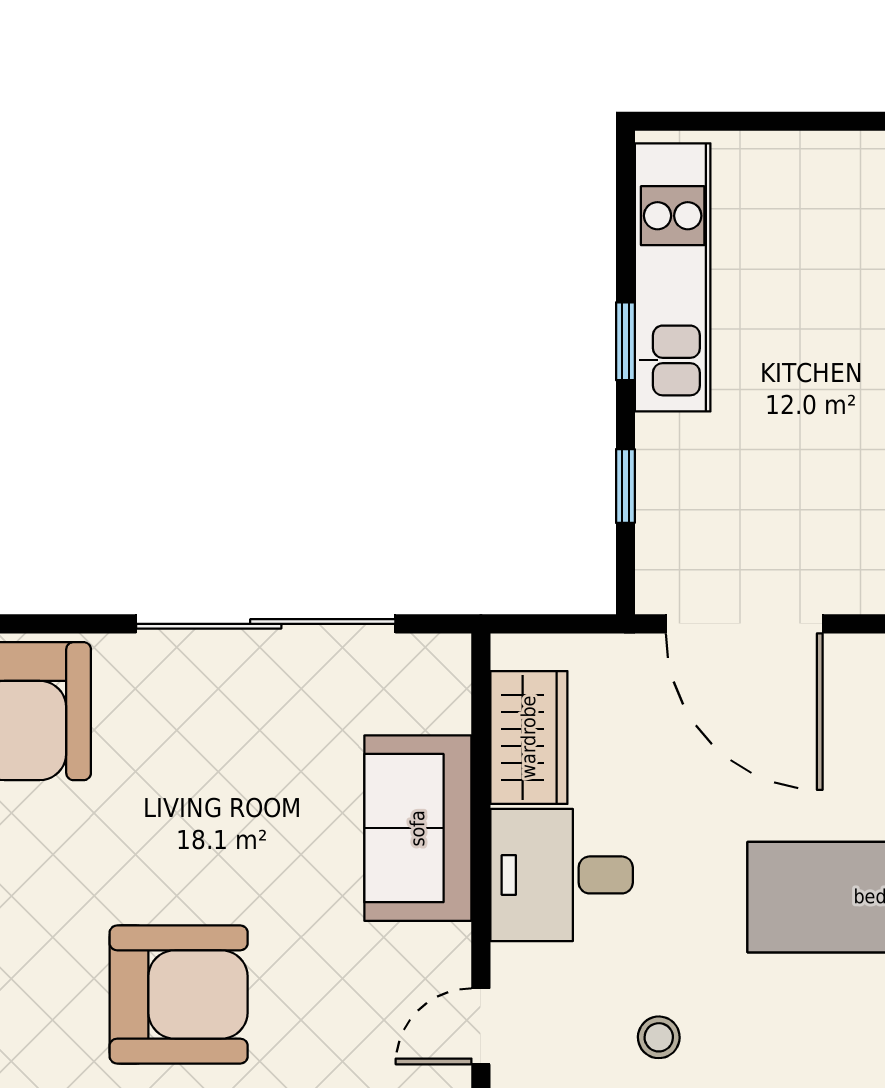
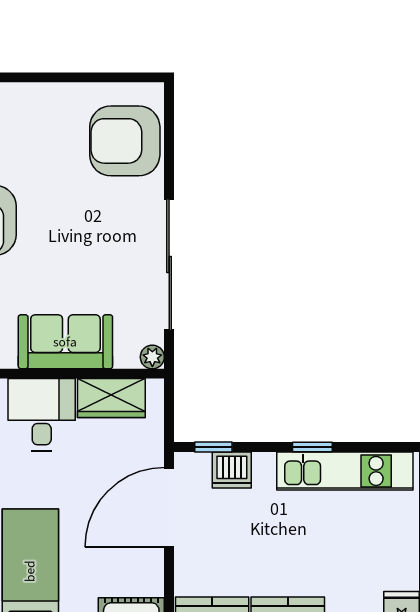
window: (625, 486) -> (213, 447), moved
dishwasher: (671, 500) -> (232, 470), added
plant: (448, 657) -> (152, 357), added

